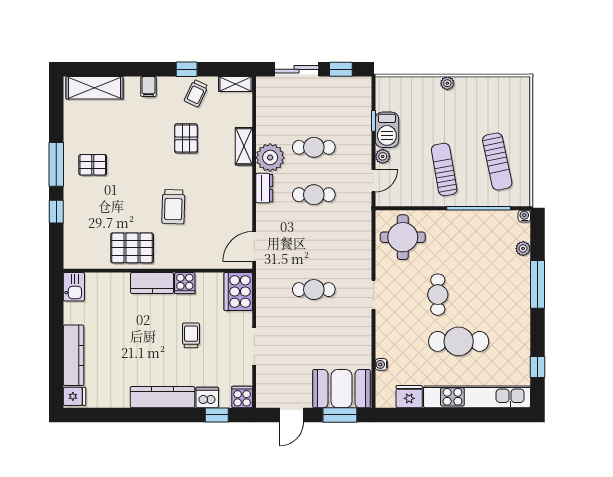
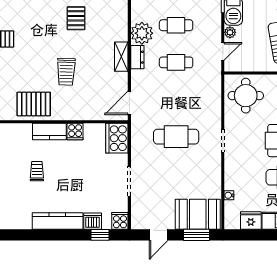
shelving: (244, 146) -> (121, 57), moved
cafe table: (314, 290) -> (176, 137), width x1.37, depth x1.35
trolley: (191, 335) -> (37, 171), moved

